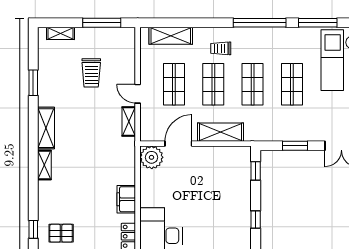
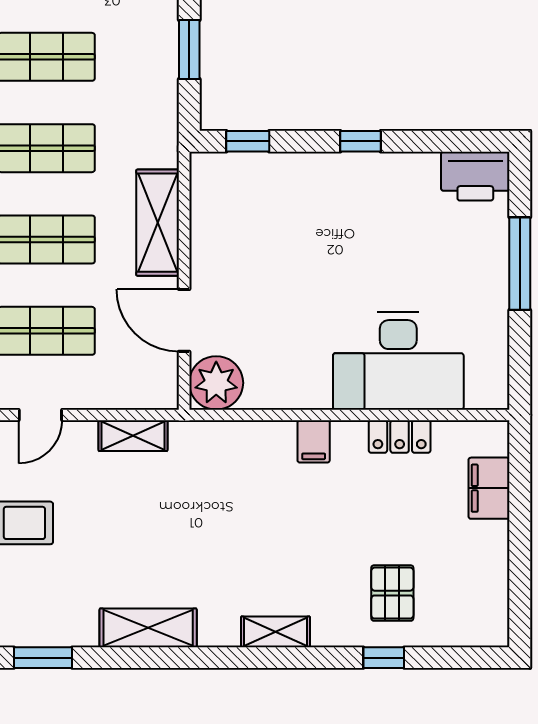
door: (138, 94) -> (40, 415), moved
shelving: (44, 165) -> (275, 632), moved
filing cabinet: (126, 199) -> (314, 441), width x0.50

